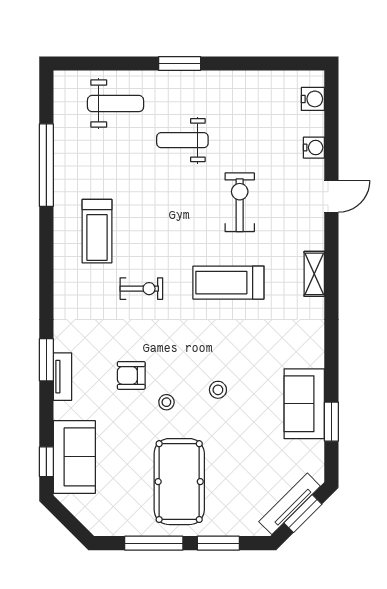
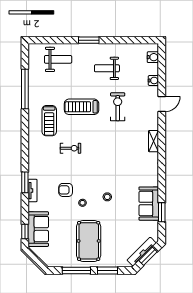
weight bench: (182, 140) -> (107, 68), moved
treadmill: (228, 283) -> (82, 107), moved

